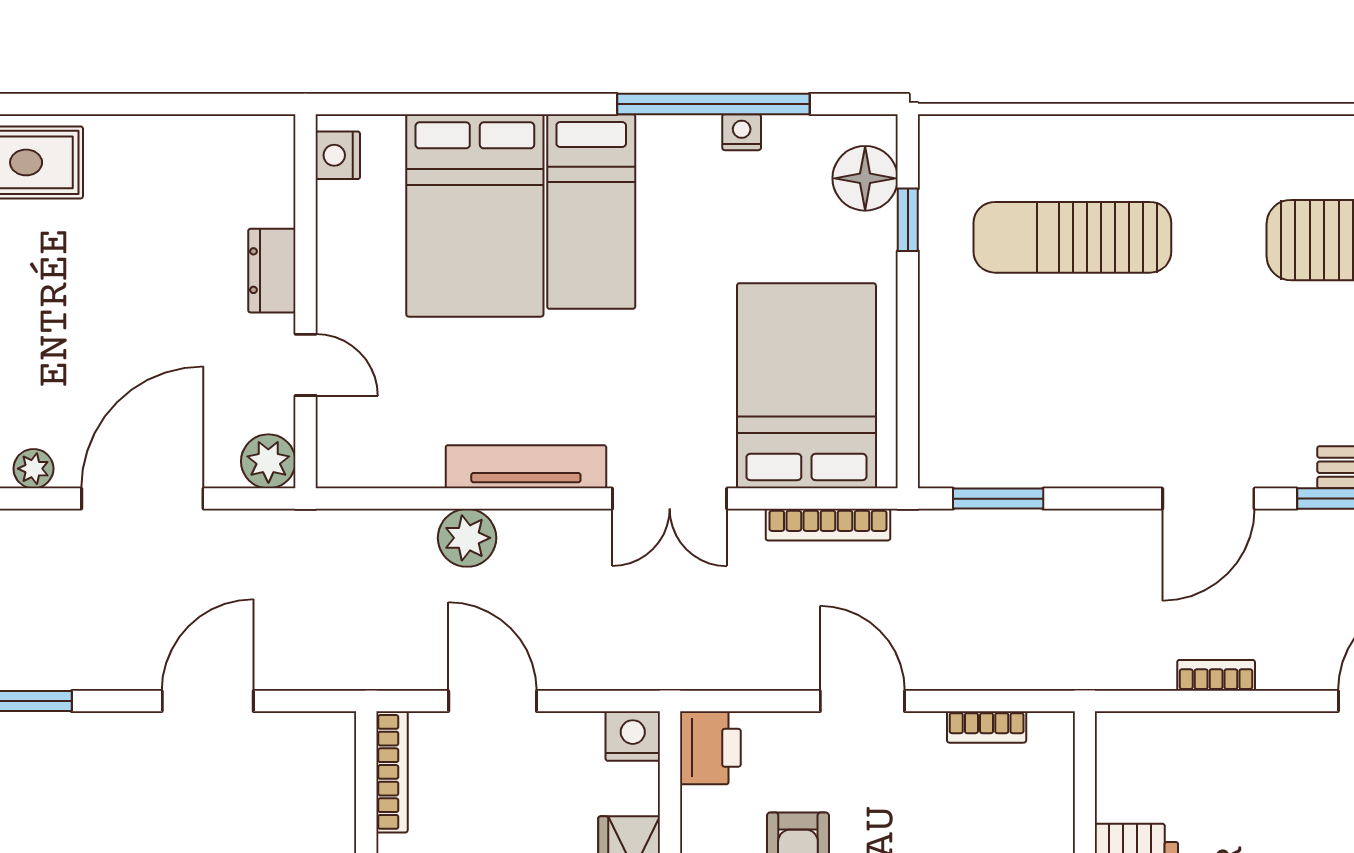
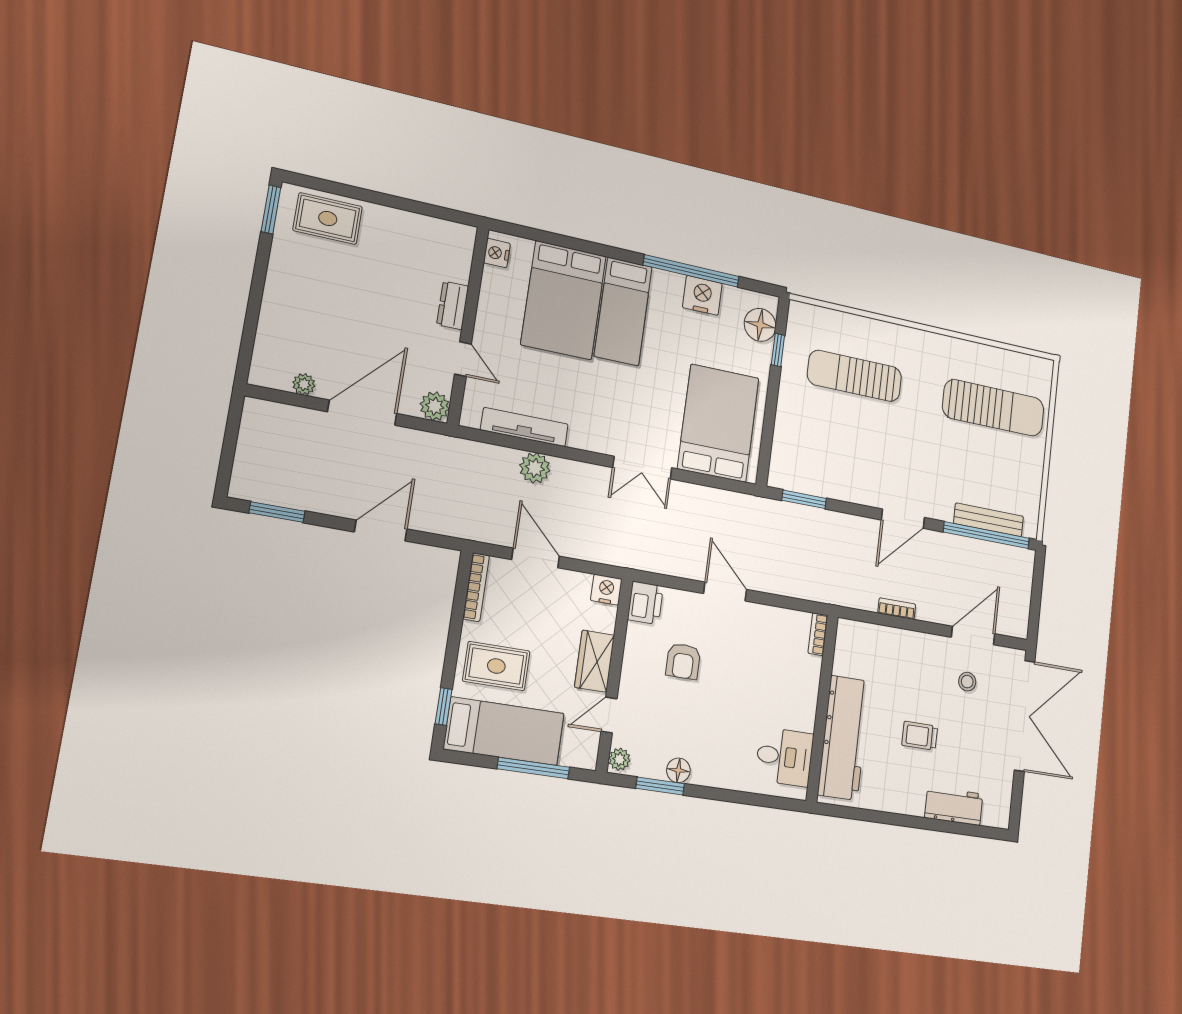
nightstand: (742, 132) -> (702, 295), width x1.89, depth x1.79
tv unit: (526, 467) -> (524, 427), moved
bookcase: (828, 525) -> (720, 497), removed
bookcase: (987, 727) -> (818, 634), moved, turned 90

